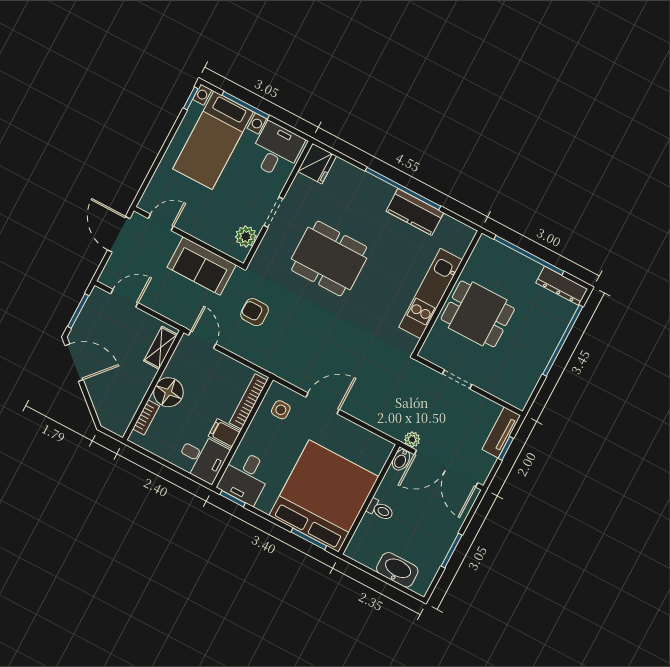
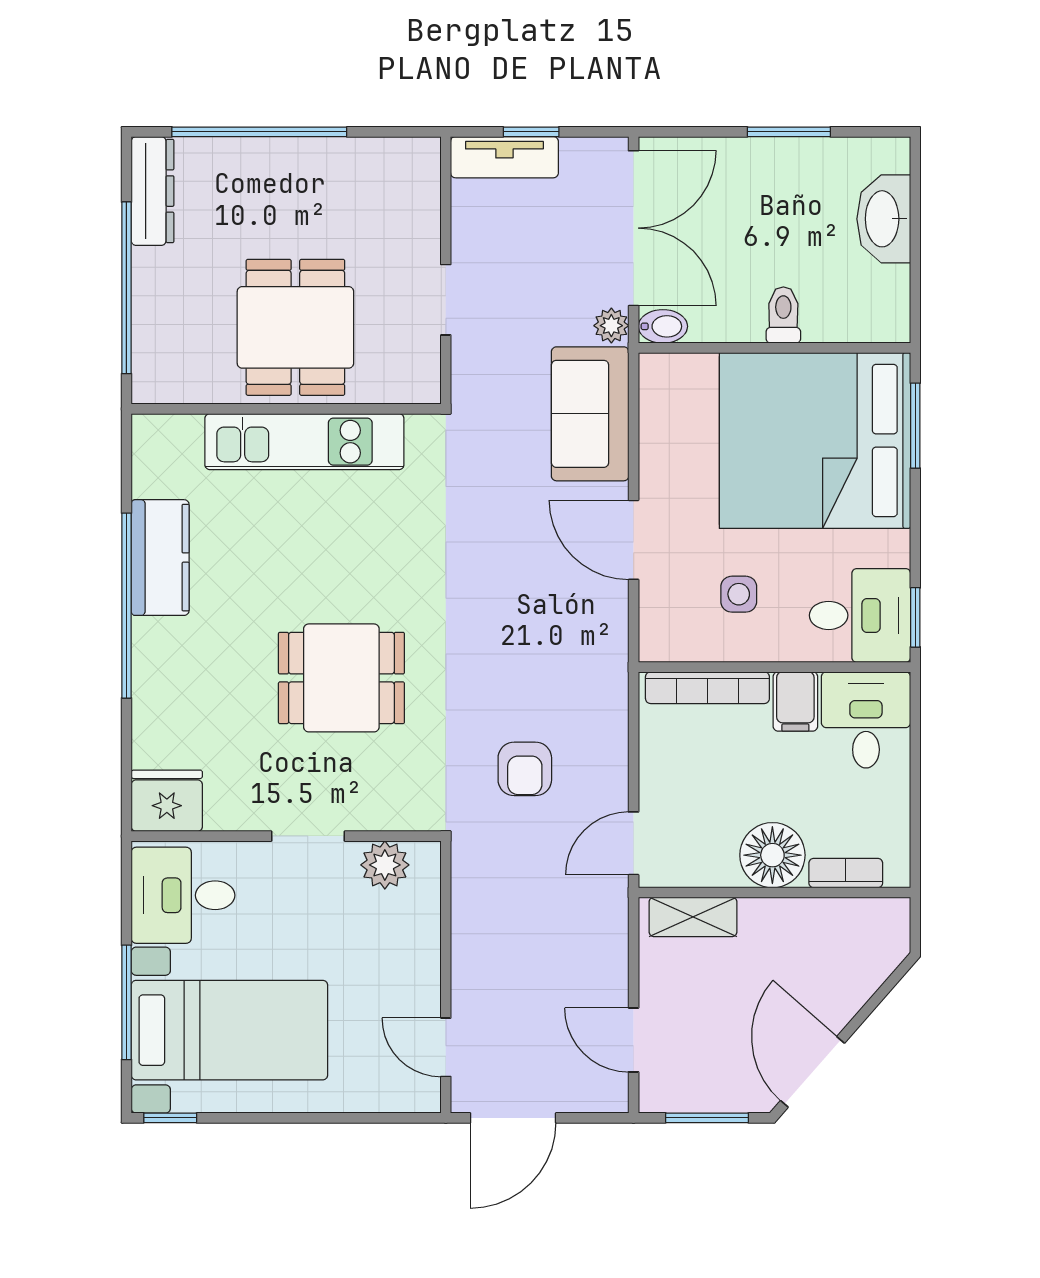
dining table: (329, 259) -> (341, 678), width x0.73
sofa: (202, 266) -> (590, 414), moved, turned 180
side table: (281, 410) -> (739, 594), moved

